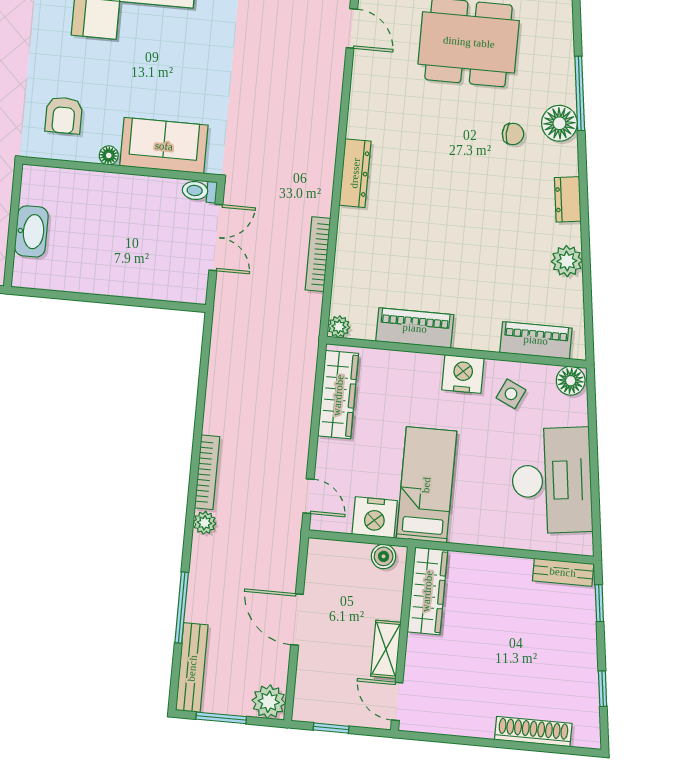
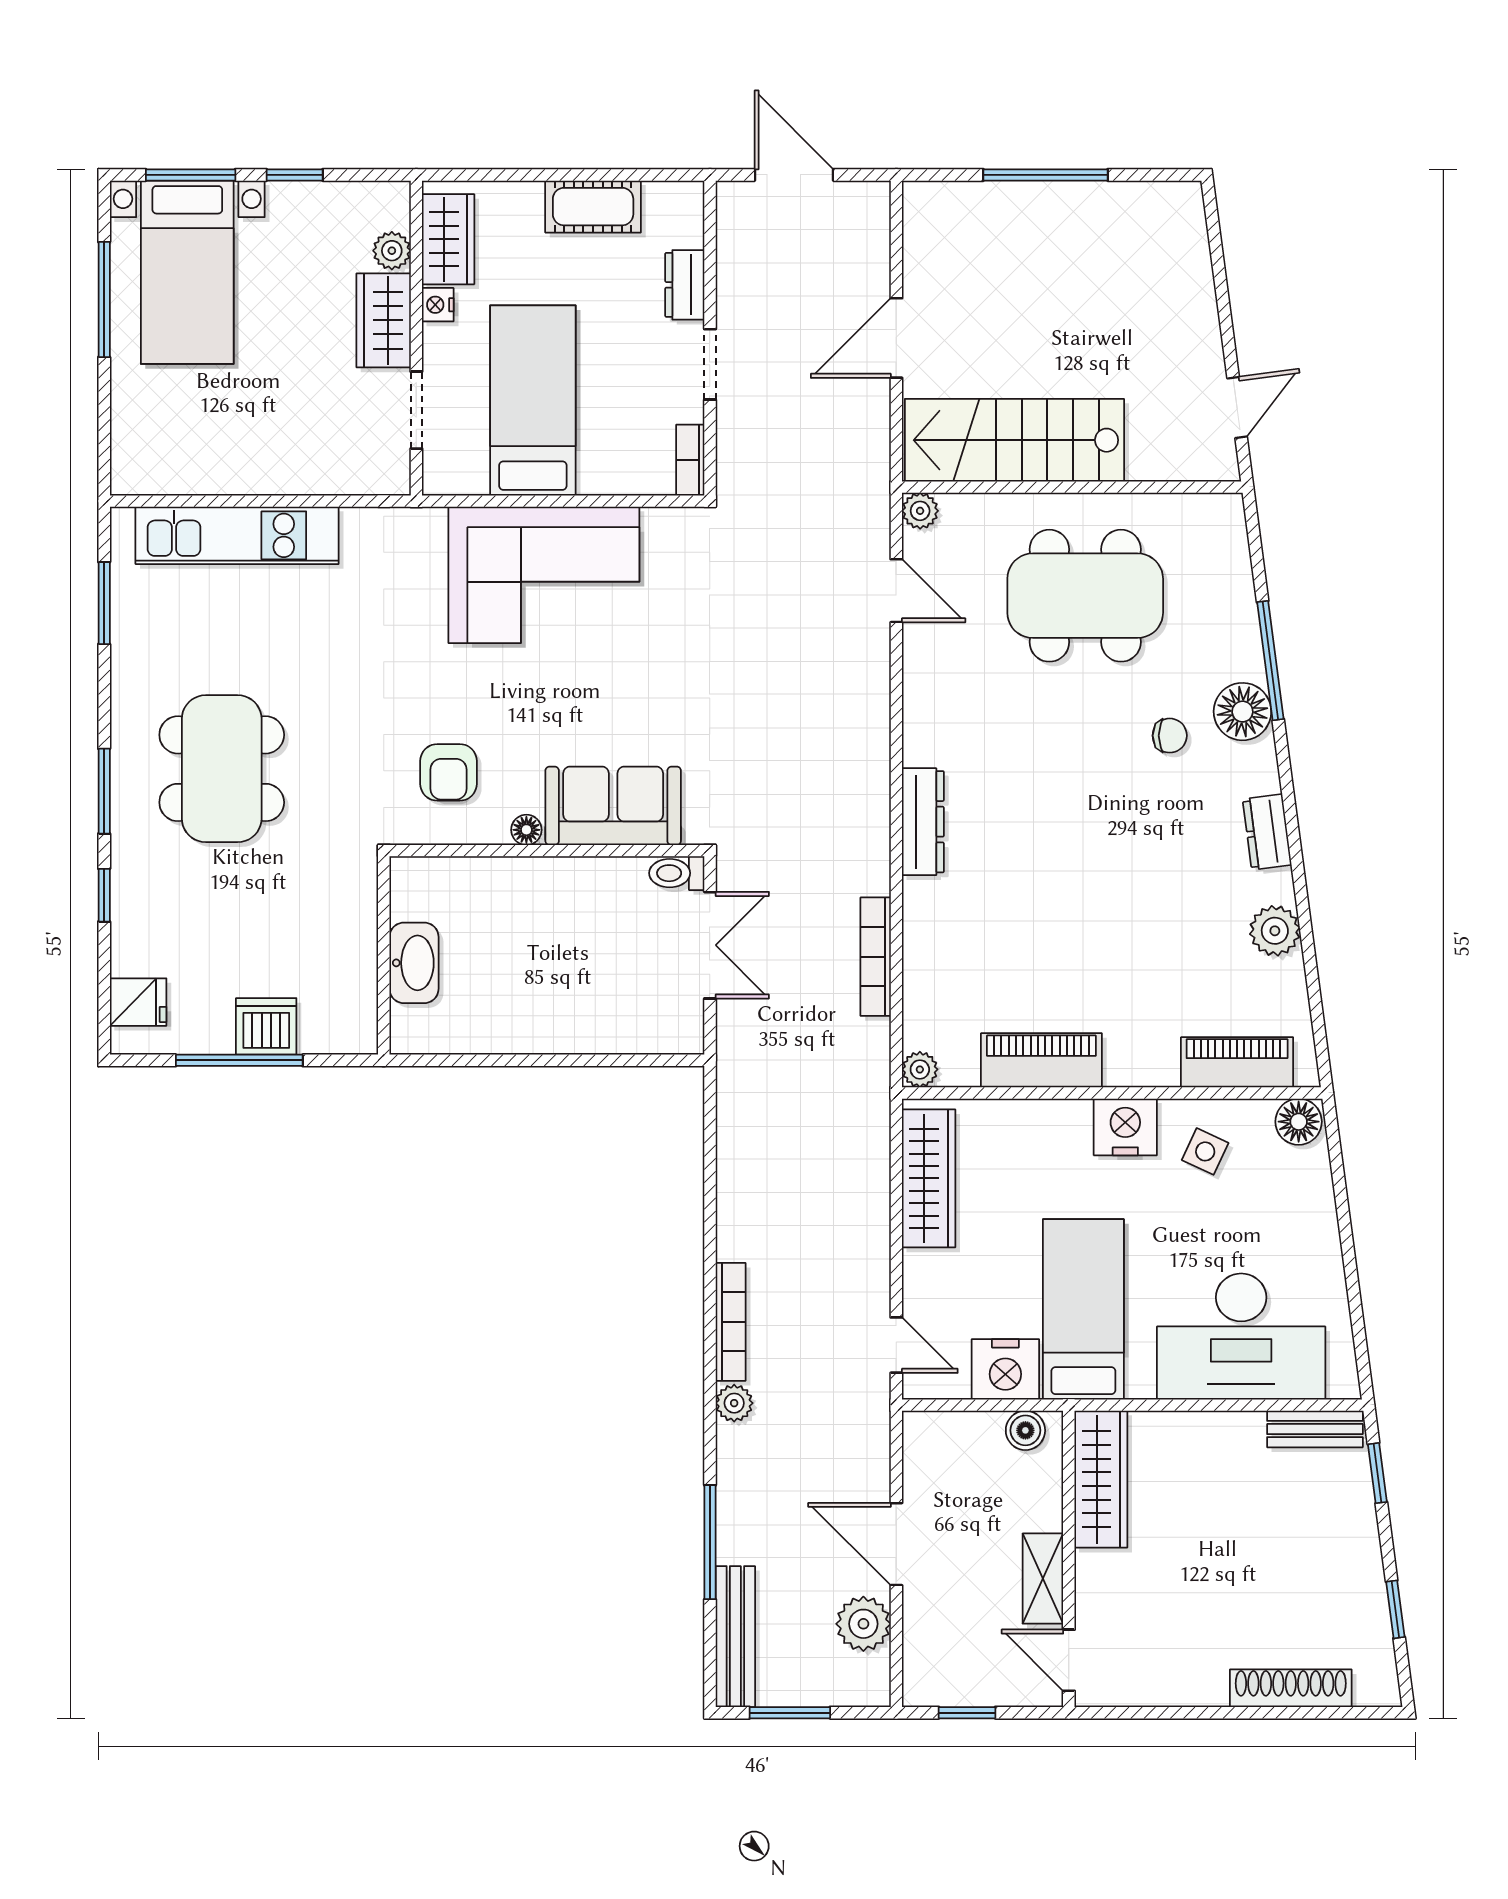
desk: (552, 480) -> (1241, 1337), moved, turned 98
plant: (269, 702) -> (863, 1624), moved

